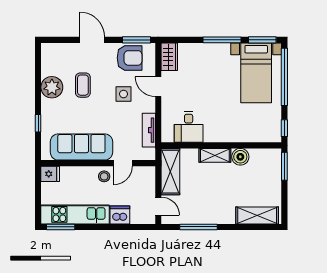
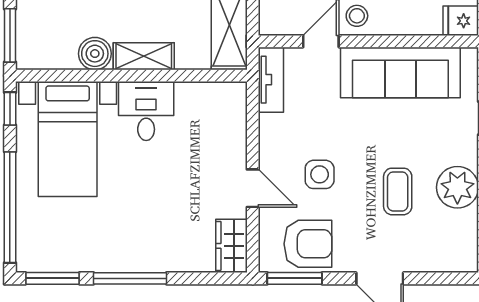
armchair: (130, 58) -> (308, 244), turned 180
bed with nightstands: (256, 73) -> (68, 139), moved, turned 180
desk: (189, 127) -> (146, 111), moved
tv unit: (149, 130) -> (271, 80), moved

